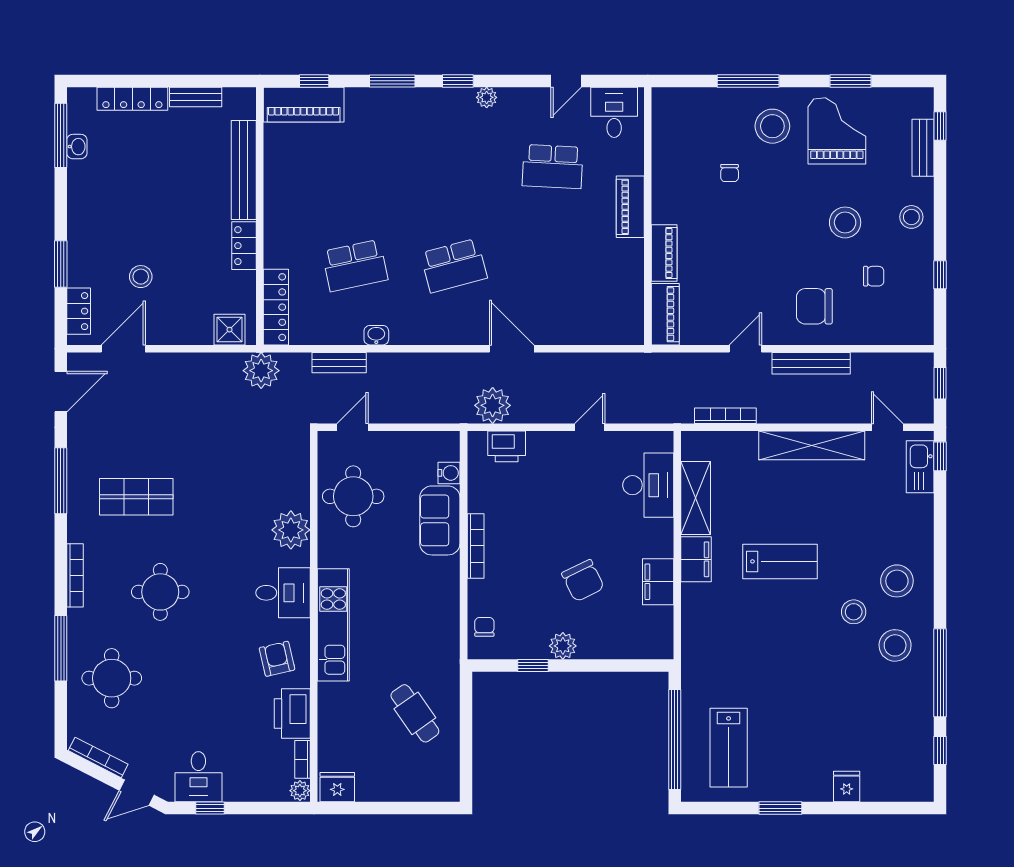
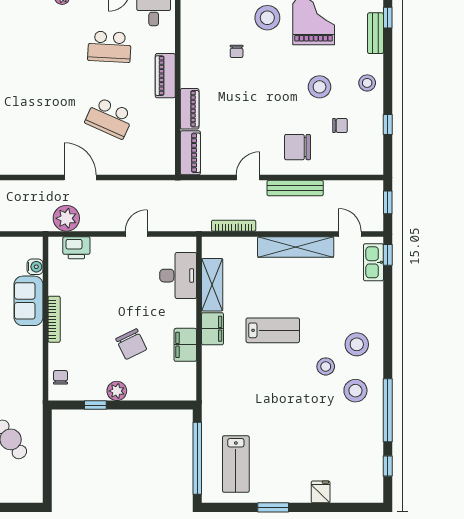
school desk: (454, 266) -> (109, 118), moved, turned 39

